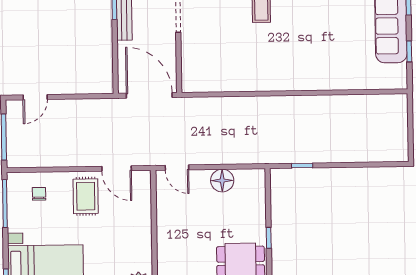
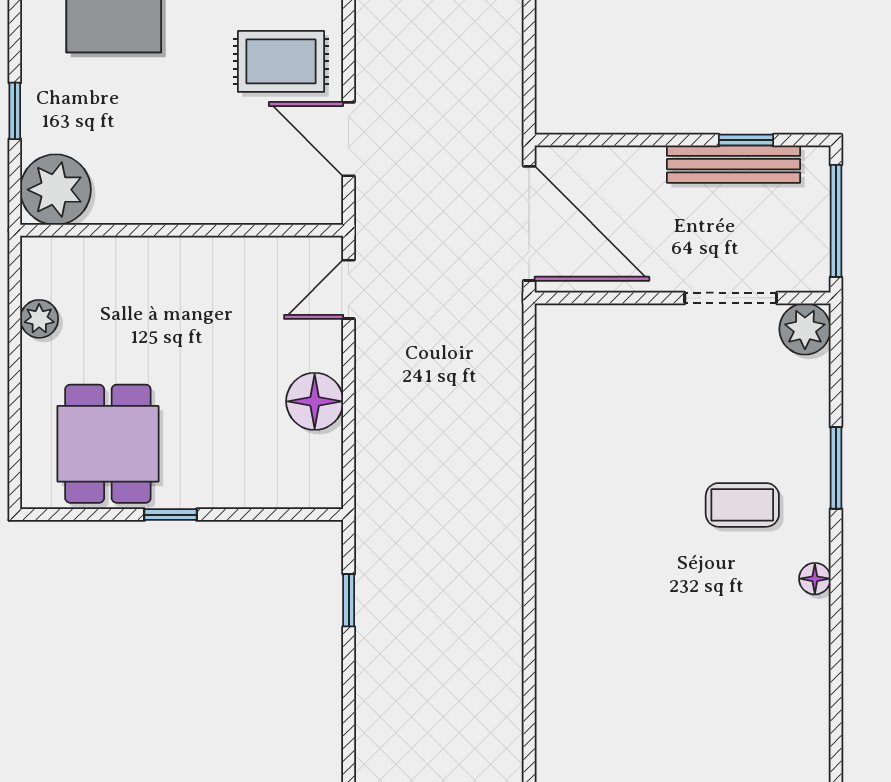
door: (149, 95) -> (529, 223), hinge flipped
door: (117, 169) -> (349, 139), hinge flipped

